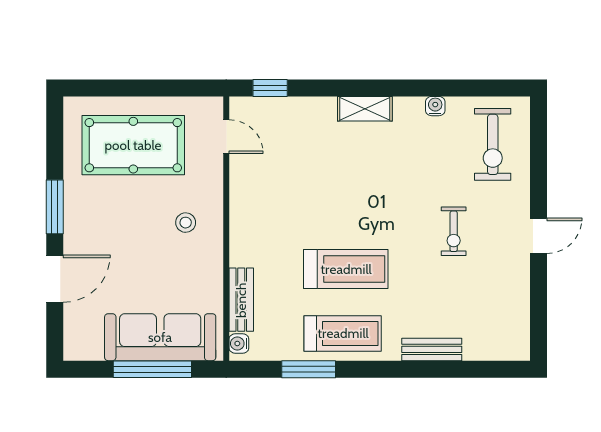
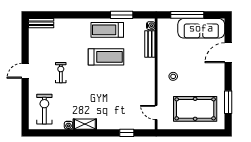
window: (270, 88) -> (127, 133), moved
shelving: (365, 109) -> (85, 124), moved
window: (55, 207) -> (228, 102), moved
treadmill: (346, 269) -> (106, 57), turned 180
sofa: (160, 337) -> (201, 28), moved
bench: (432, 349) -> (41, 23), moved

